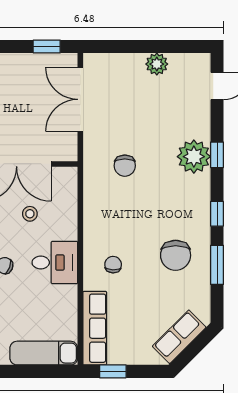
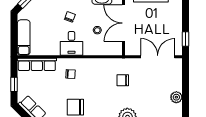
window: (113, 371) -> (14, 84), moved

